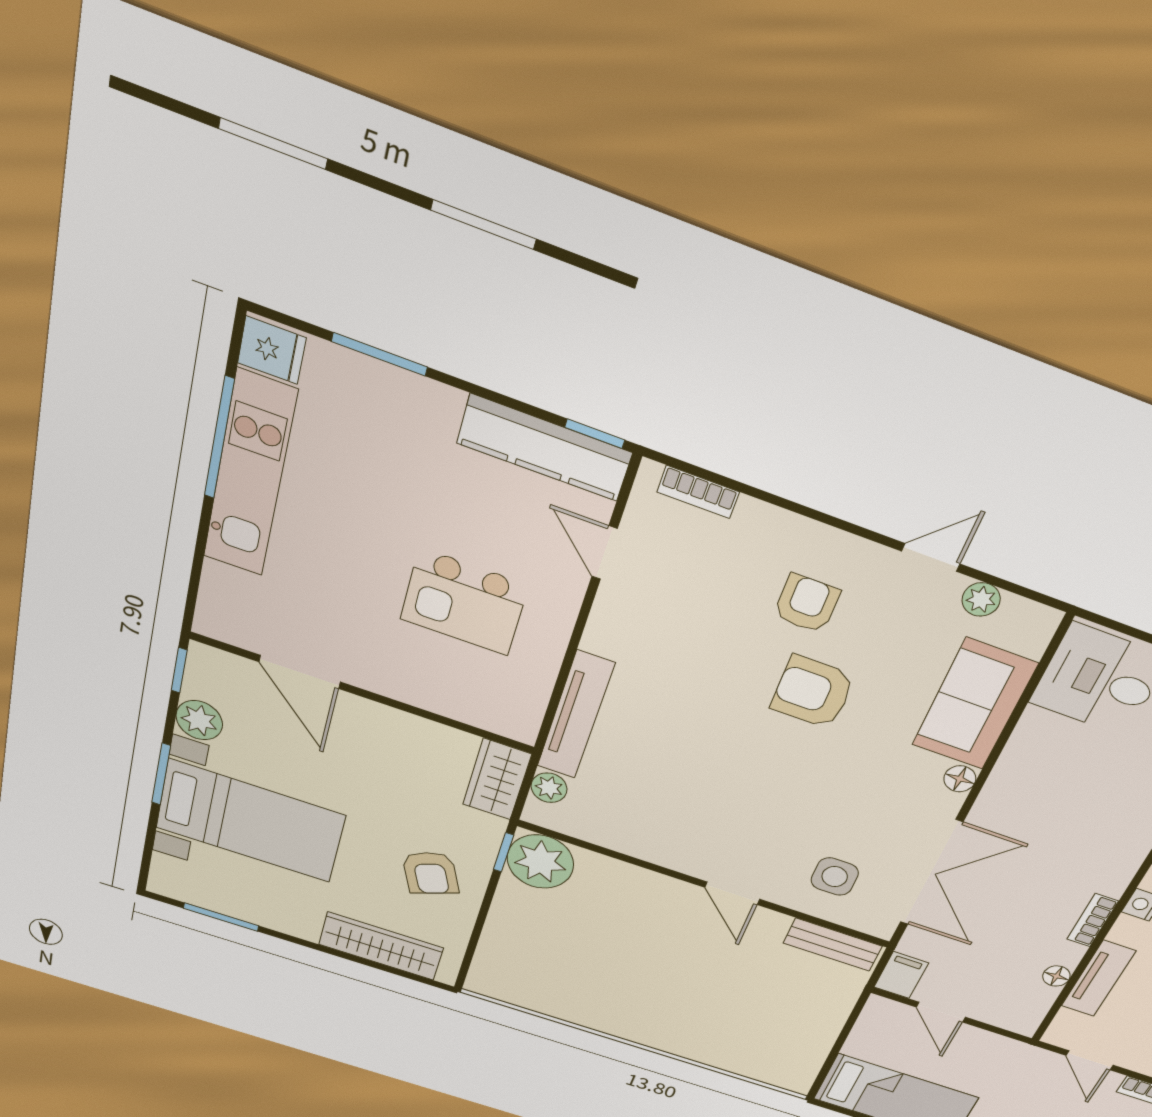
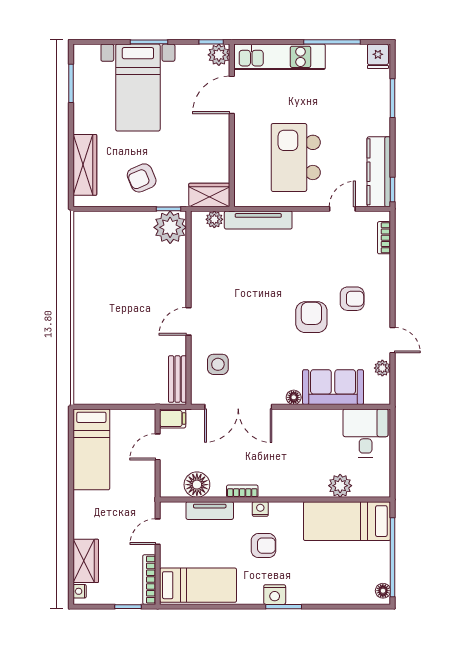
kitchen unit: (250, 475) -> (280, 57), moved
kitchen island: (464, 602) -> (296, 157), width x1.37, depth x1.28
plant: (199, 720) -> (219, 55), moved
floor lamp: (1056, 976) -> (197, 485), width x1.89, depth x1.89

